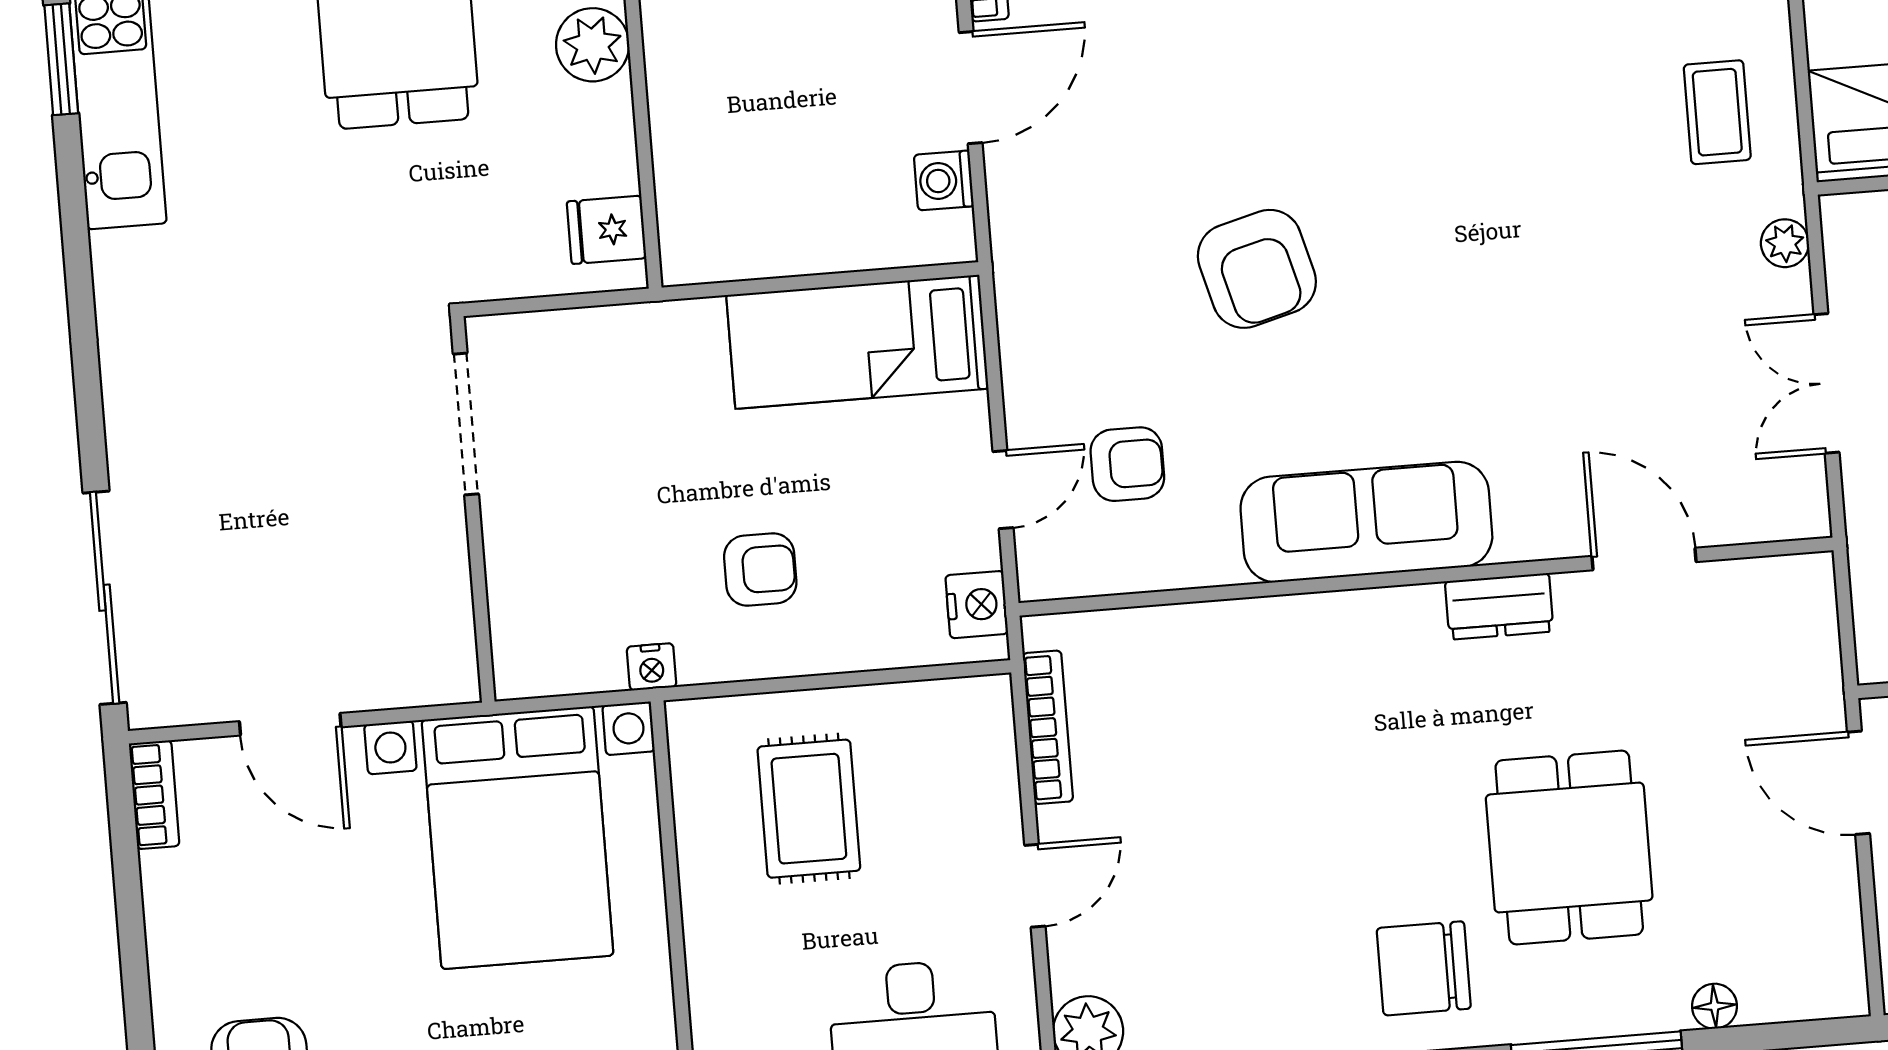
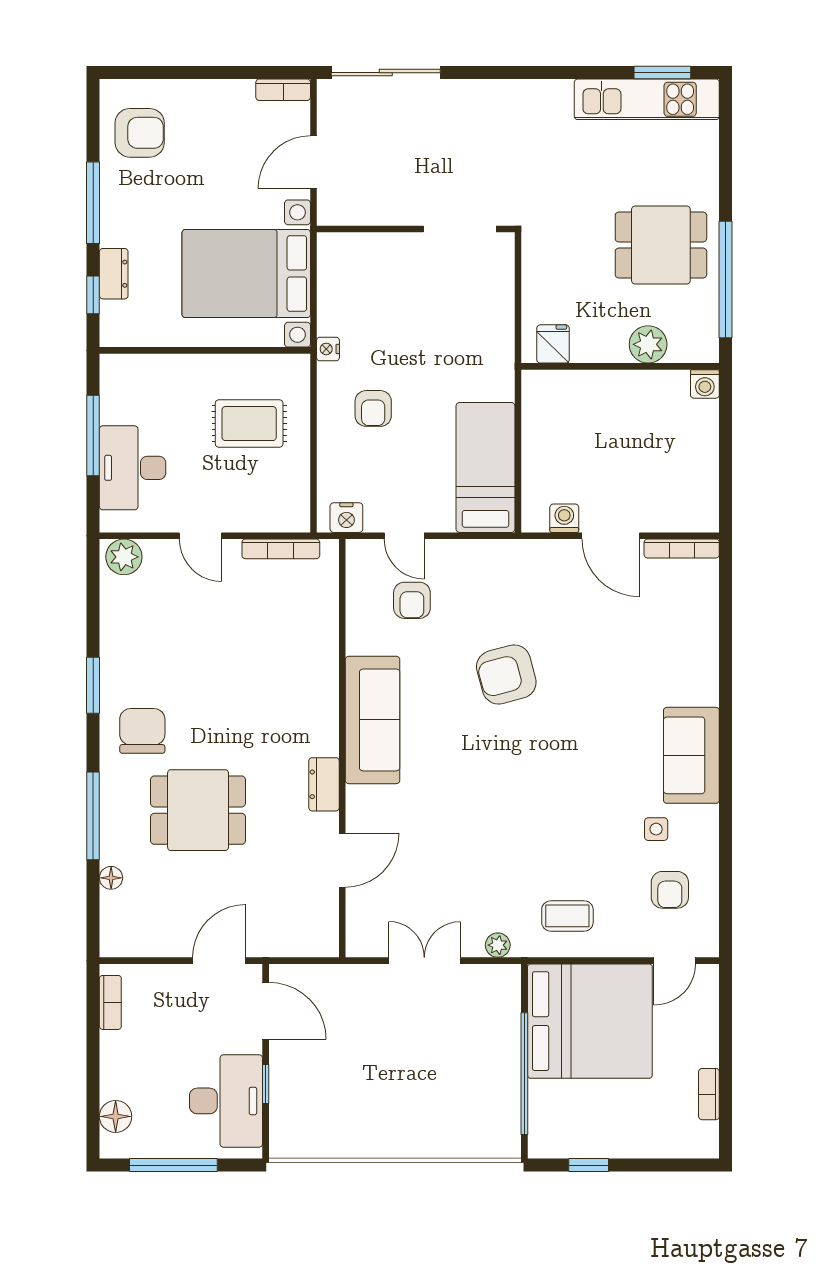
doorway: (466, 424) -> (460, 229), moved
wall: (473, 509) -> (416, 229), moved

